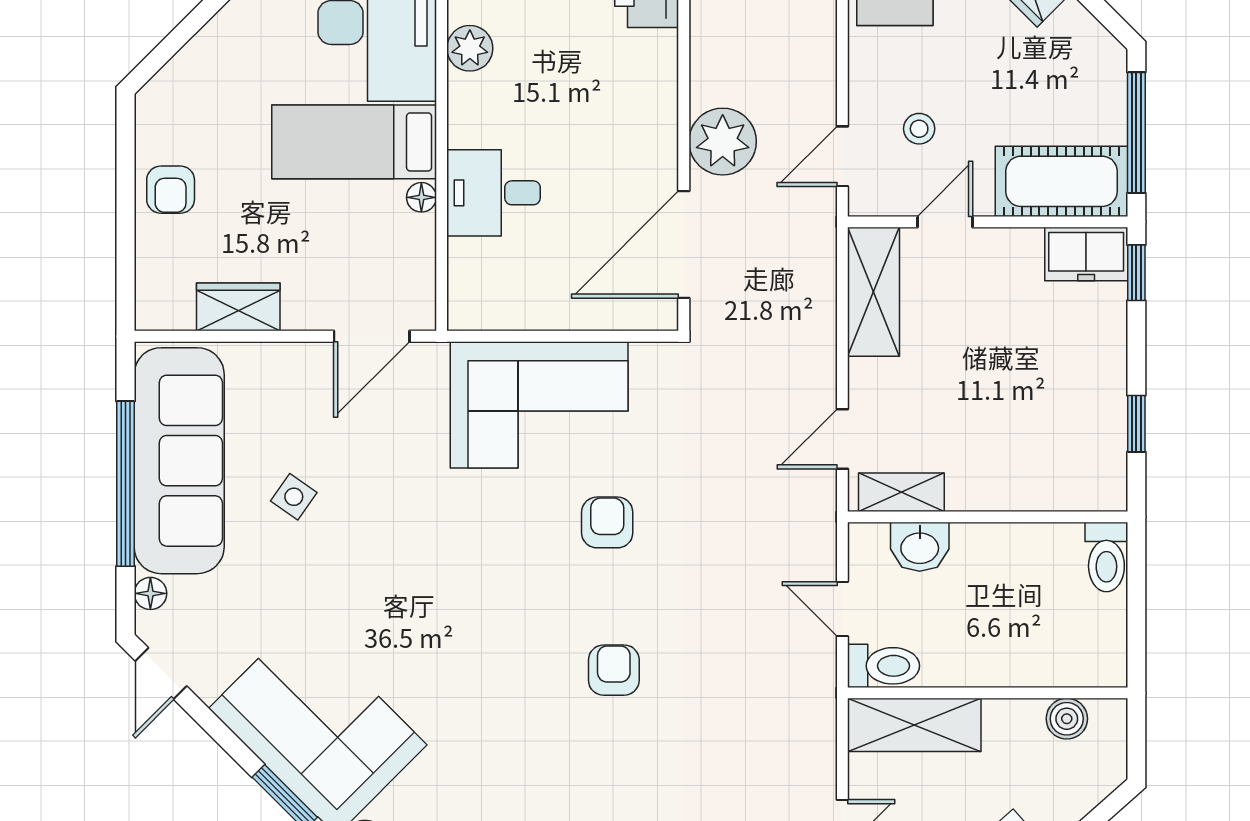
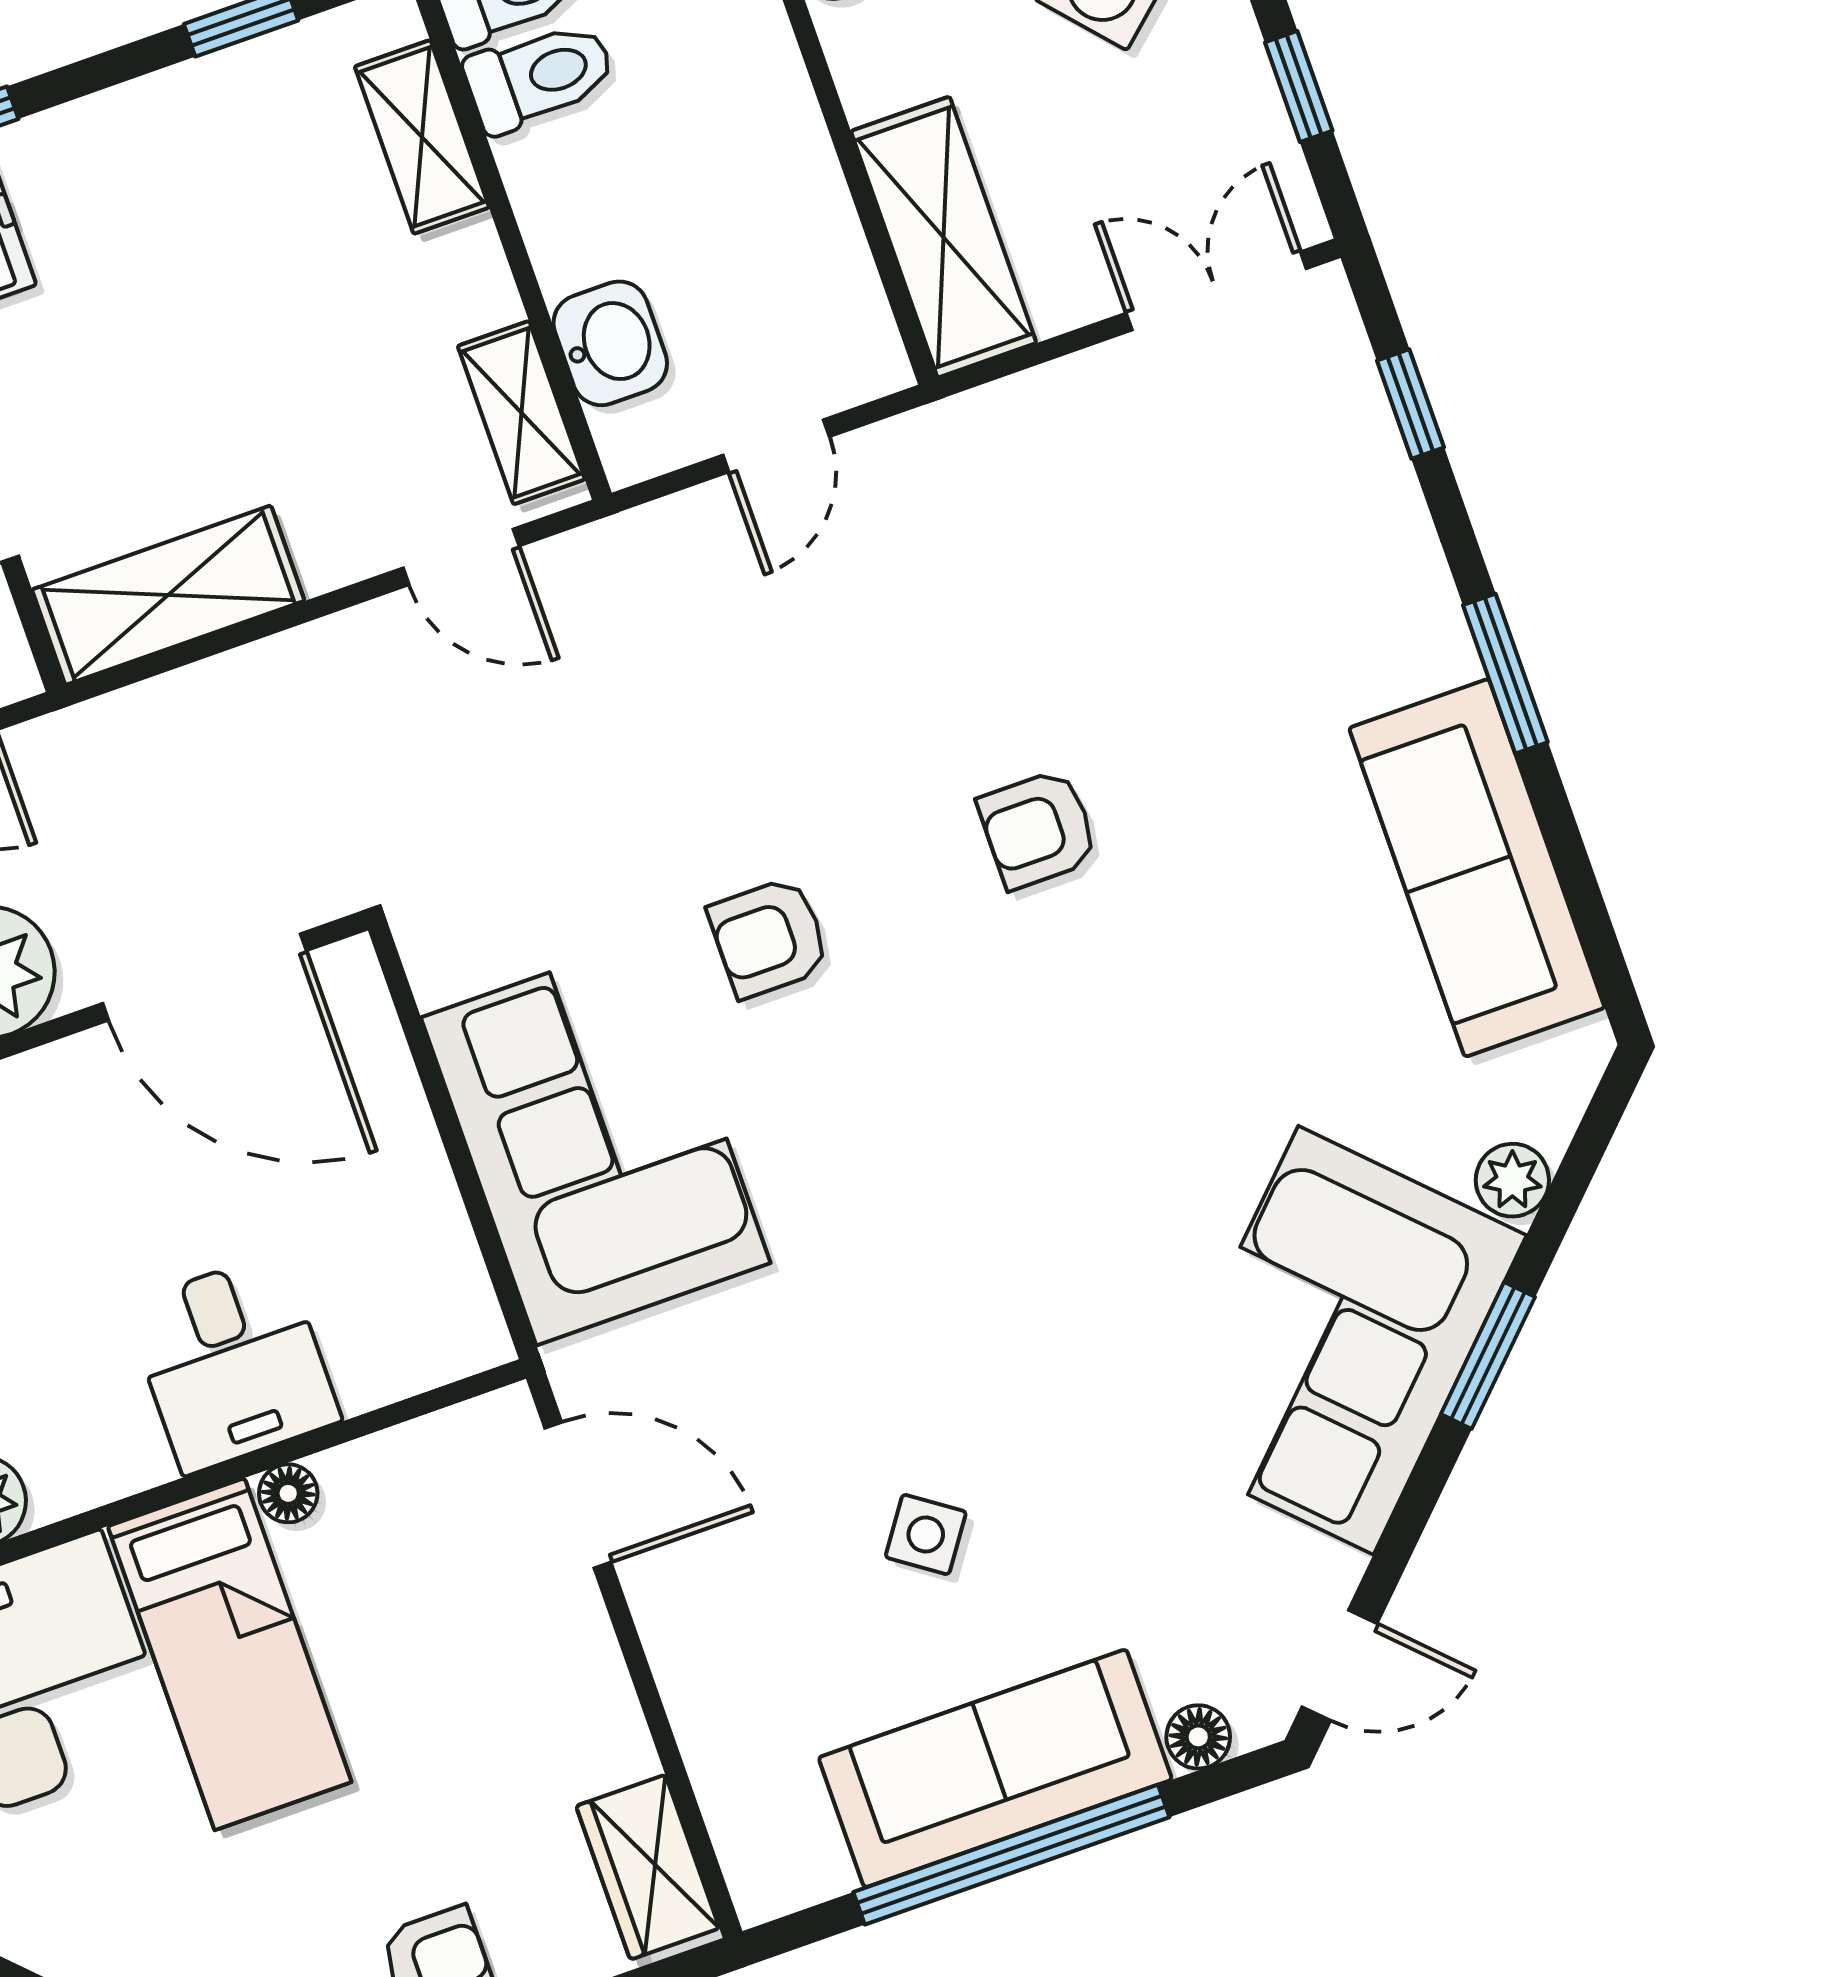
wardrobe: (238, 307) -> (648, 1867), moved
sofa: (179, 461) -> (995, 1768), width x0.74, depth x0.79
shelving: (1051, 491) -> (422, 137), added
toilet: (883, 666) -> (540, 76), moved, turned 90

